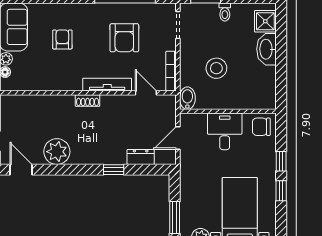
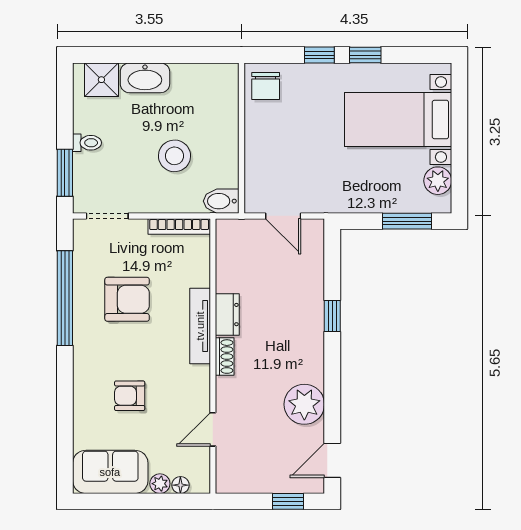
door: (146, 93) -> (213, 429), moved
desk: (225, 131) -> (273, 143), removed
dresser: (141, 157) -> (227, 315), moved, turned 180

